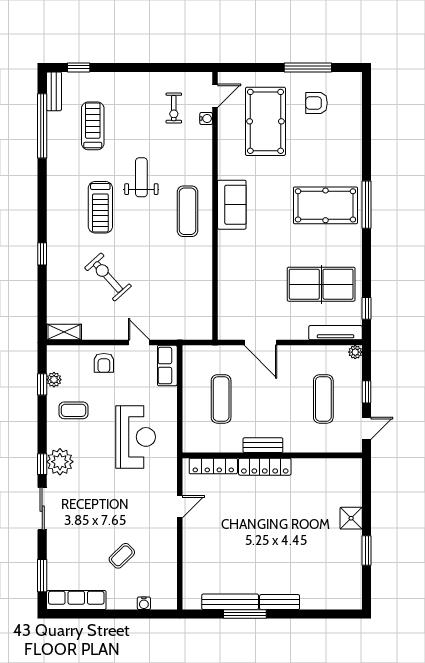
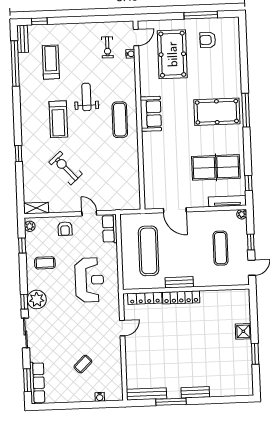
plant: (54, 380) -> (30, 226), moved
exercise mat: (221, 399) -> (149, 251), width x1.36, depth x1.45
row of seats: (76, 600) -> (37, 383), moved, turned 90
bench: (230, 602) -> (147, 394), moved

